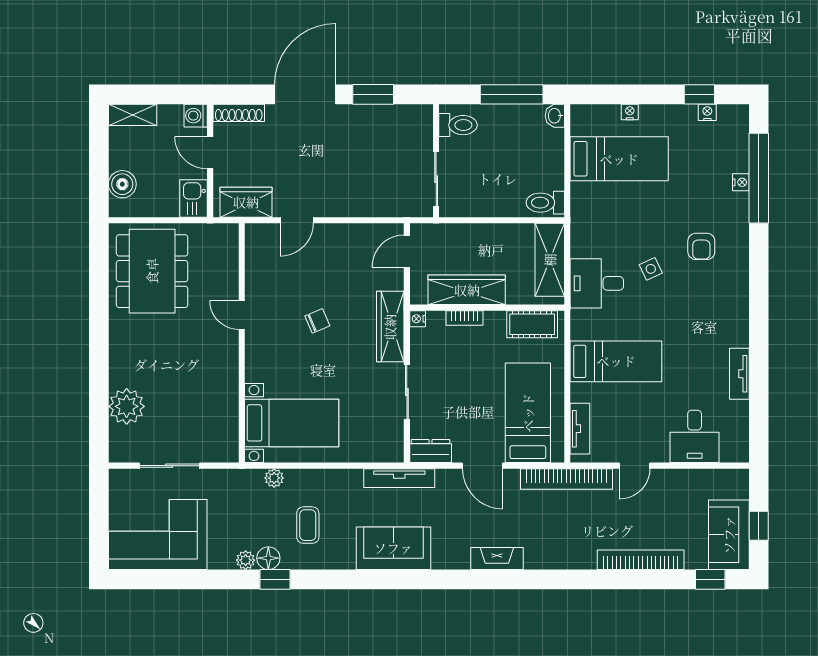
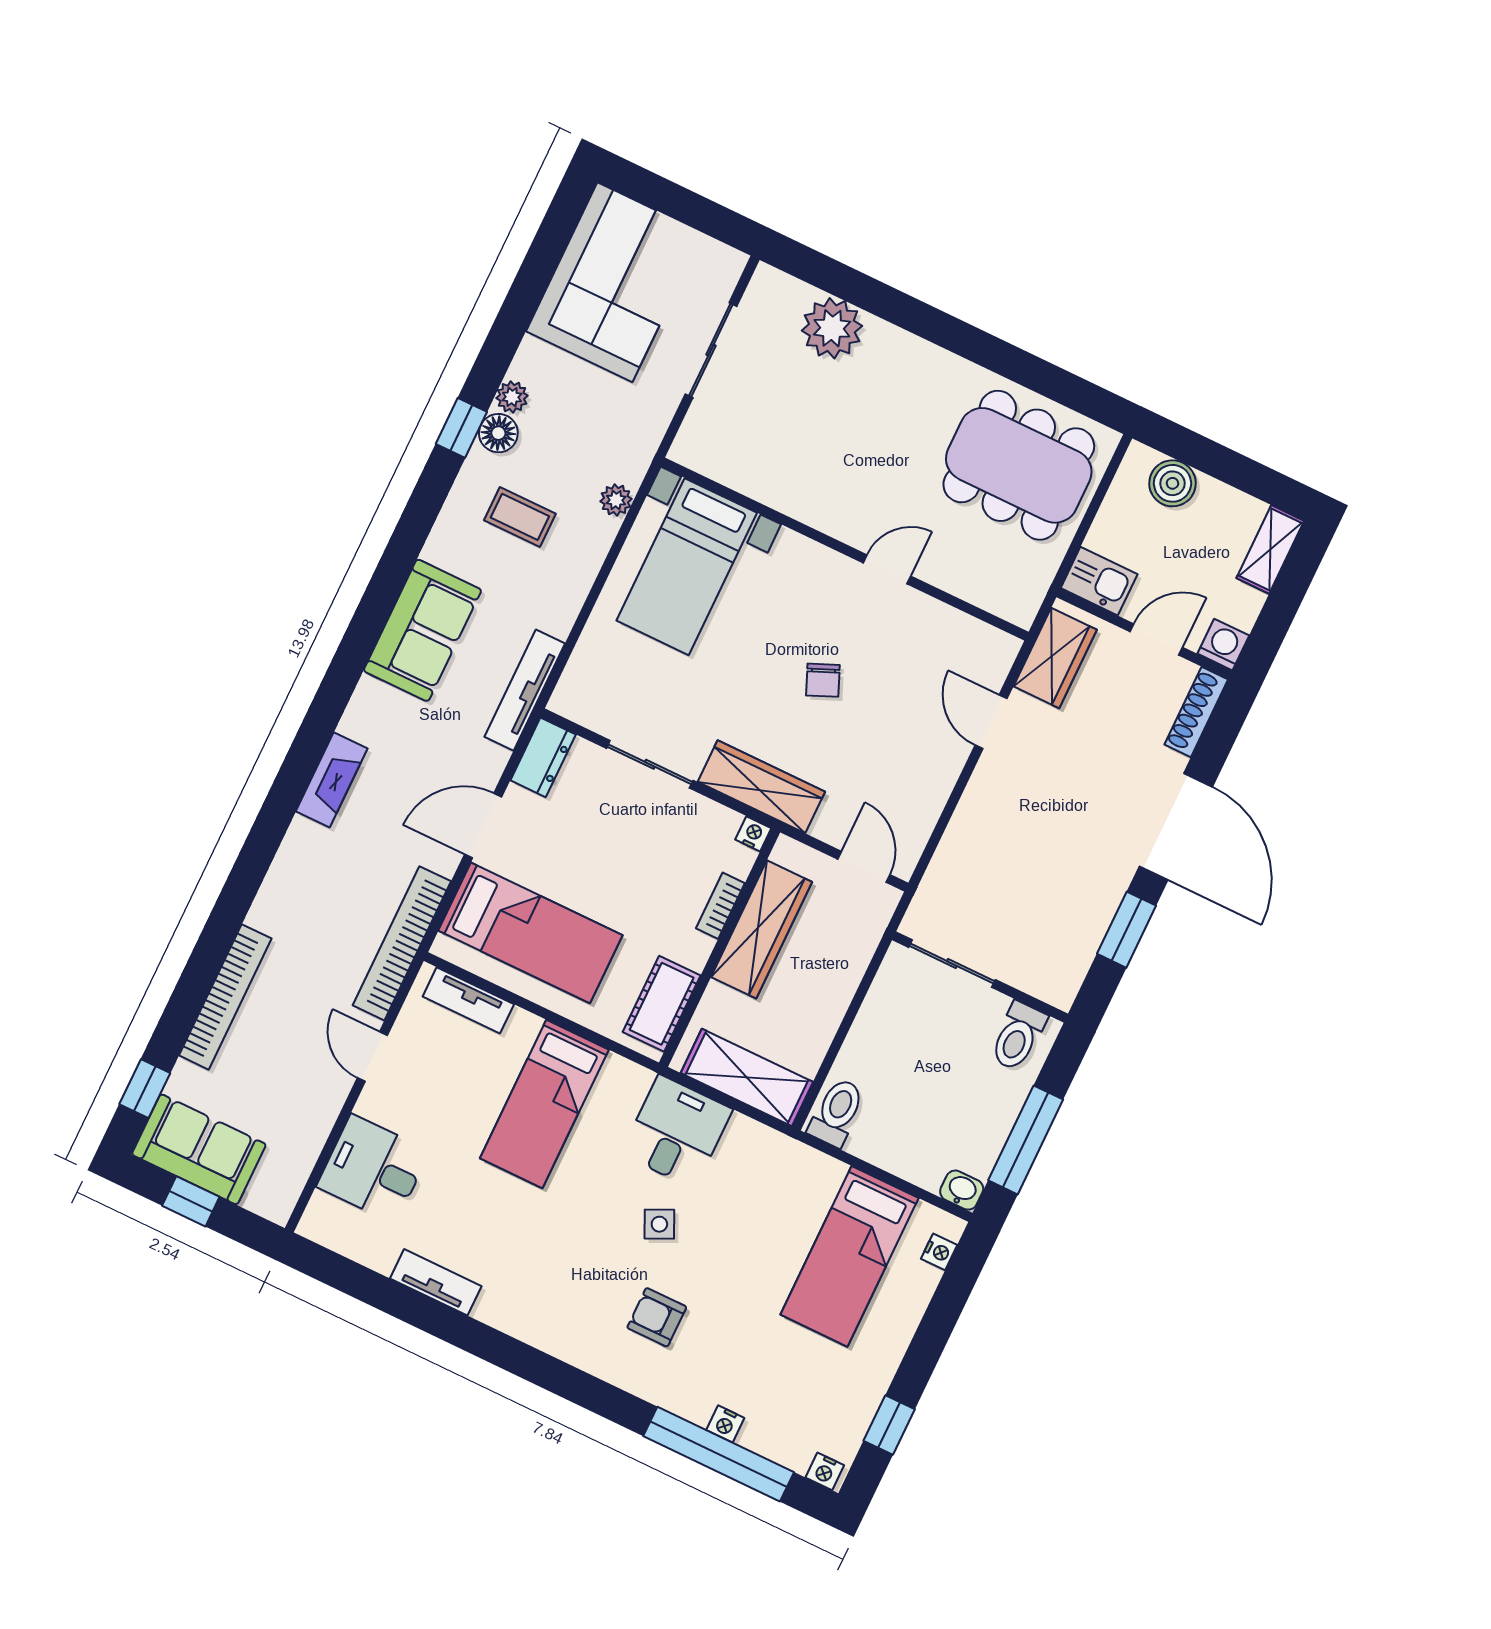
nightstand: (630, 112) -> (939, 1252), moved
nightstand: (707, 112) -> (825, 1471), moved, turned 90

